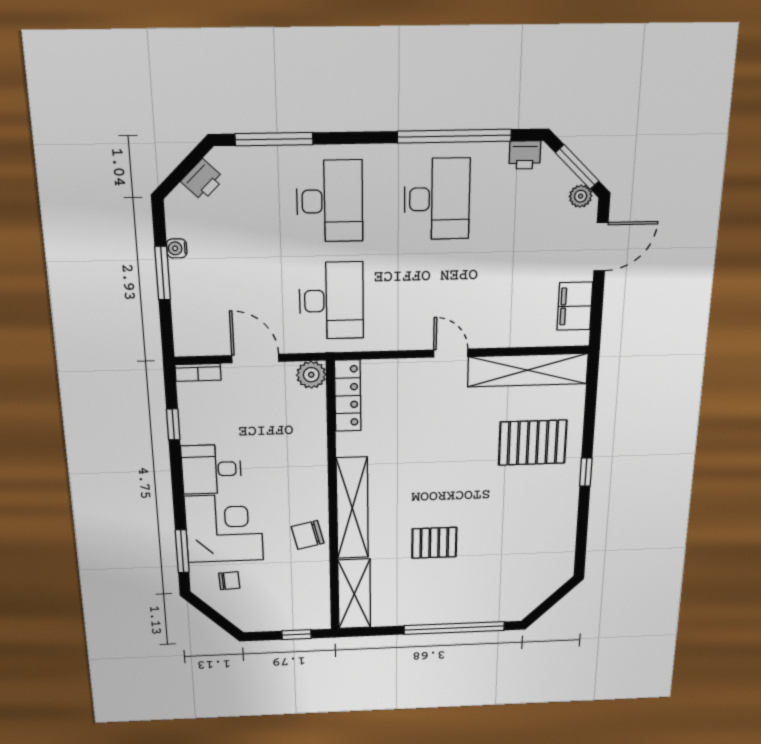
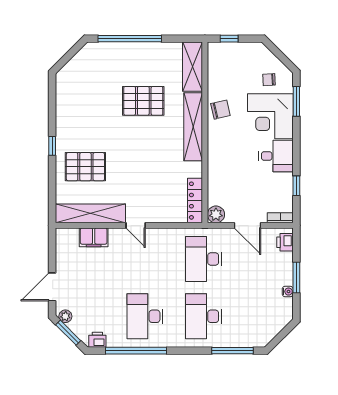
printer: (202, 180) -> (285, 242), moved, turned -45
filing cabinet: (575, 306) -> (94, 237), moved, turned 90
pallet: (434, 543) -> (143, 101), width x1.50, depth x1.42

